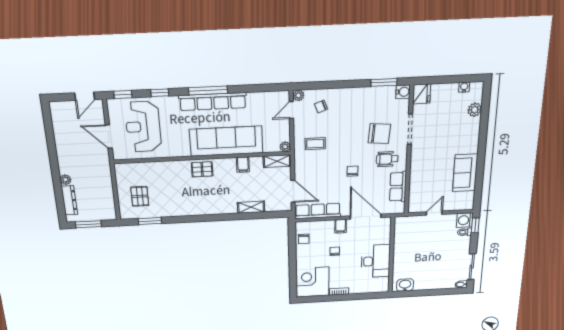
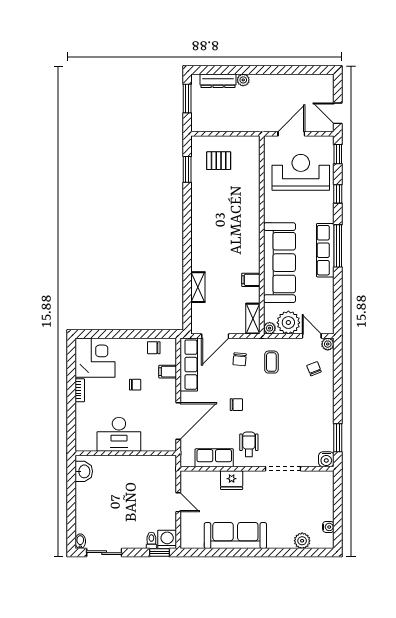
fridge: (422, 94) -> (232, 480), moved
row of seats: (213, 102) -> (325, 250), width x0.73
plant: (280, 131) -> (288, 323), added
chair: (379, 134) -> (240, 359), moved, width x0.54, depth x0.54
pallet: (202, 169) -> (248, 234), removed
sofa: (465, 173) -> (235, 536), width x1.36
filing cabinet: (341, 226) -> (168, 372), moved

